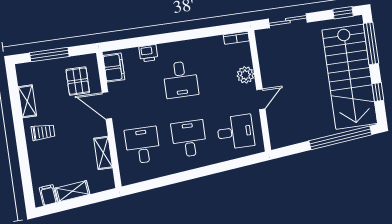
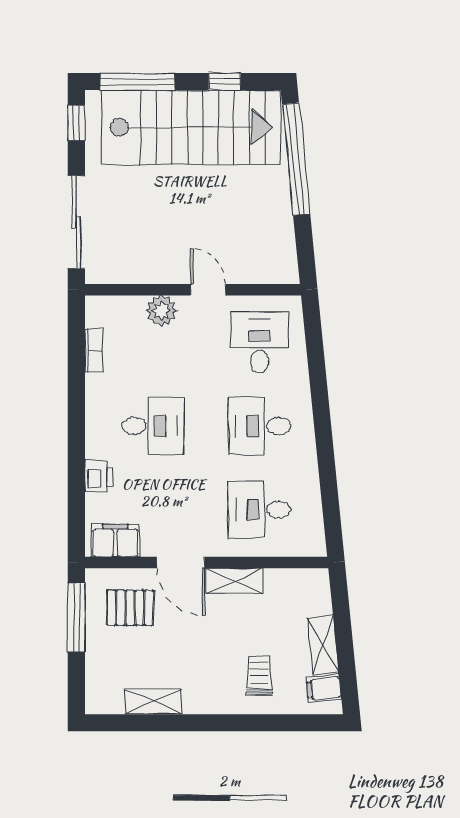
sliding door: (288, 21) -> (76, 222), width x1.37
bookcase: (236, 38) -> (94, 350), moved
window: (49, 55) -> (76, 617), moved
door: (107, 106) -> (181, 562), hinge flipped
trolley: (43, 132) -> (259, 676), moved
shelving: (103, 153) -> (234, 581), moved

